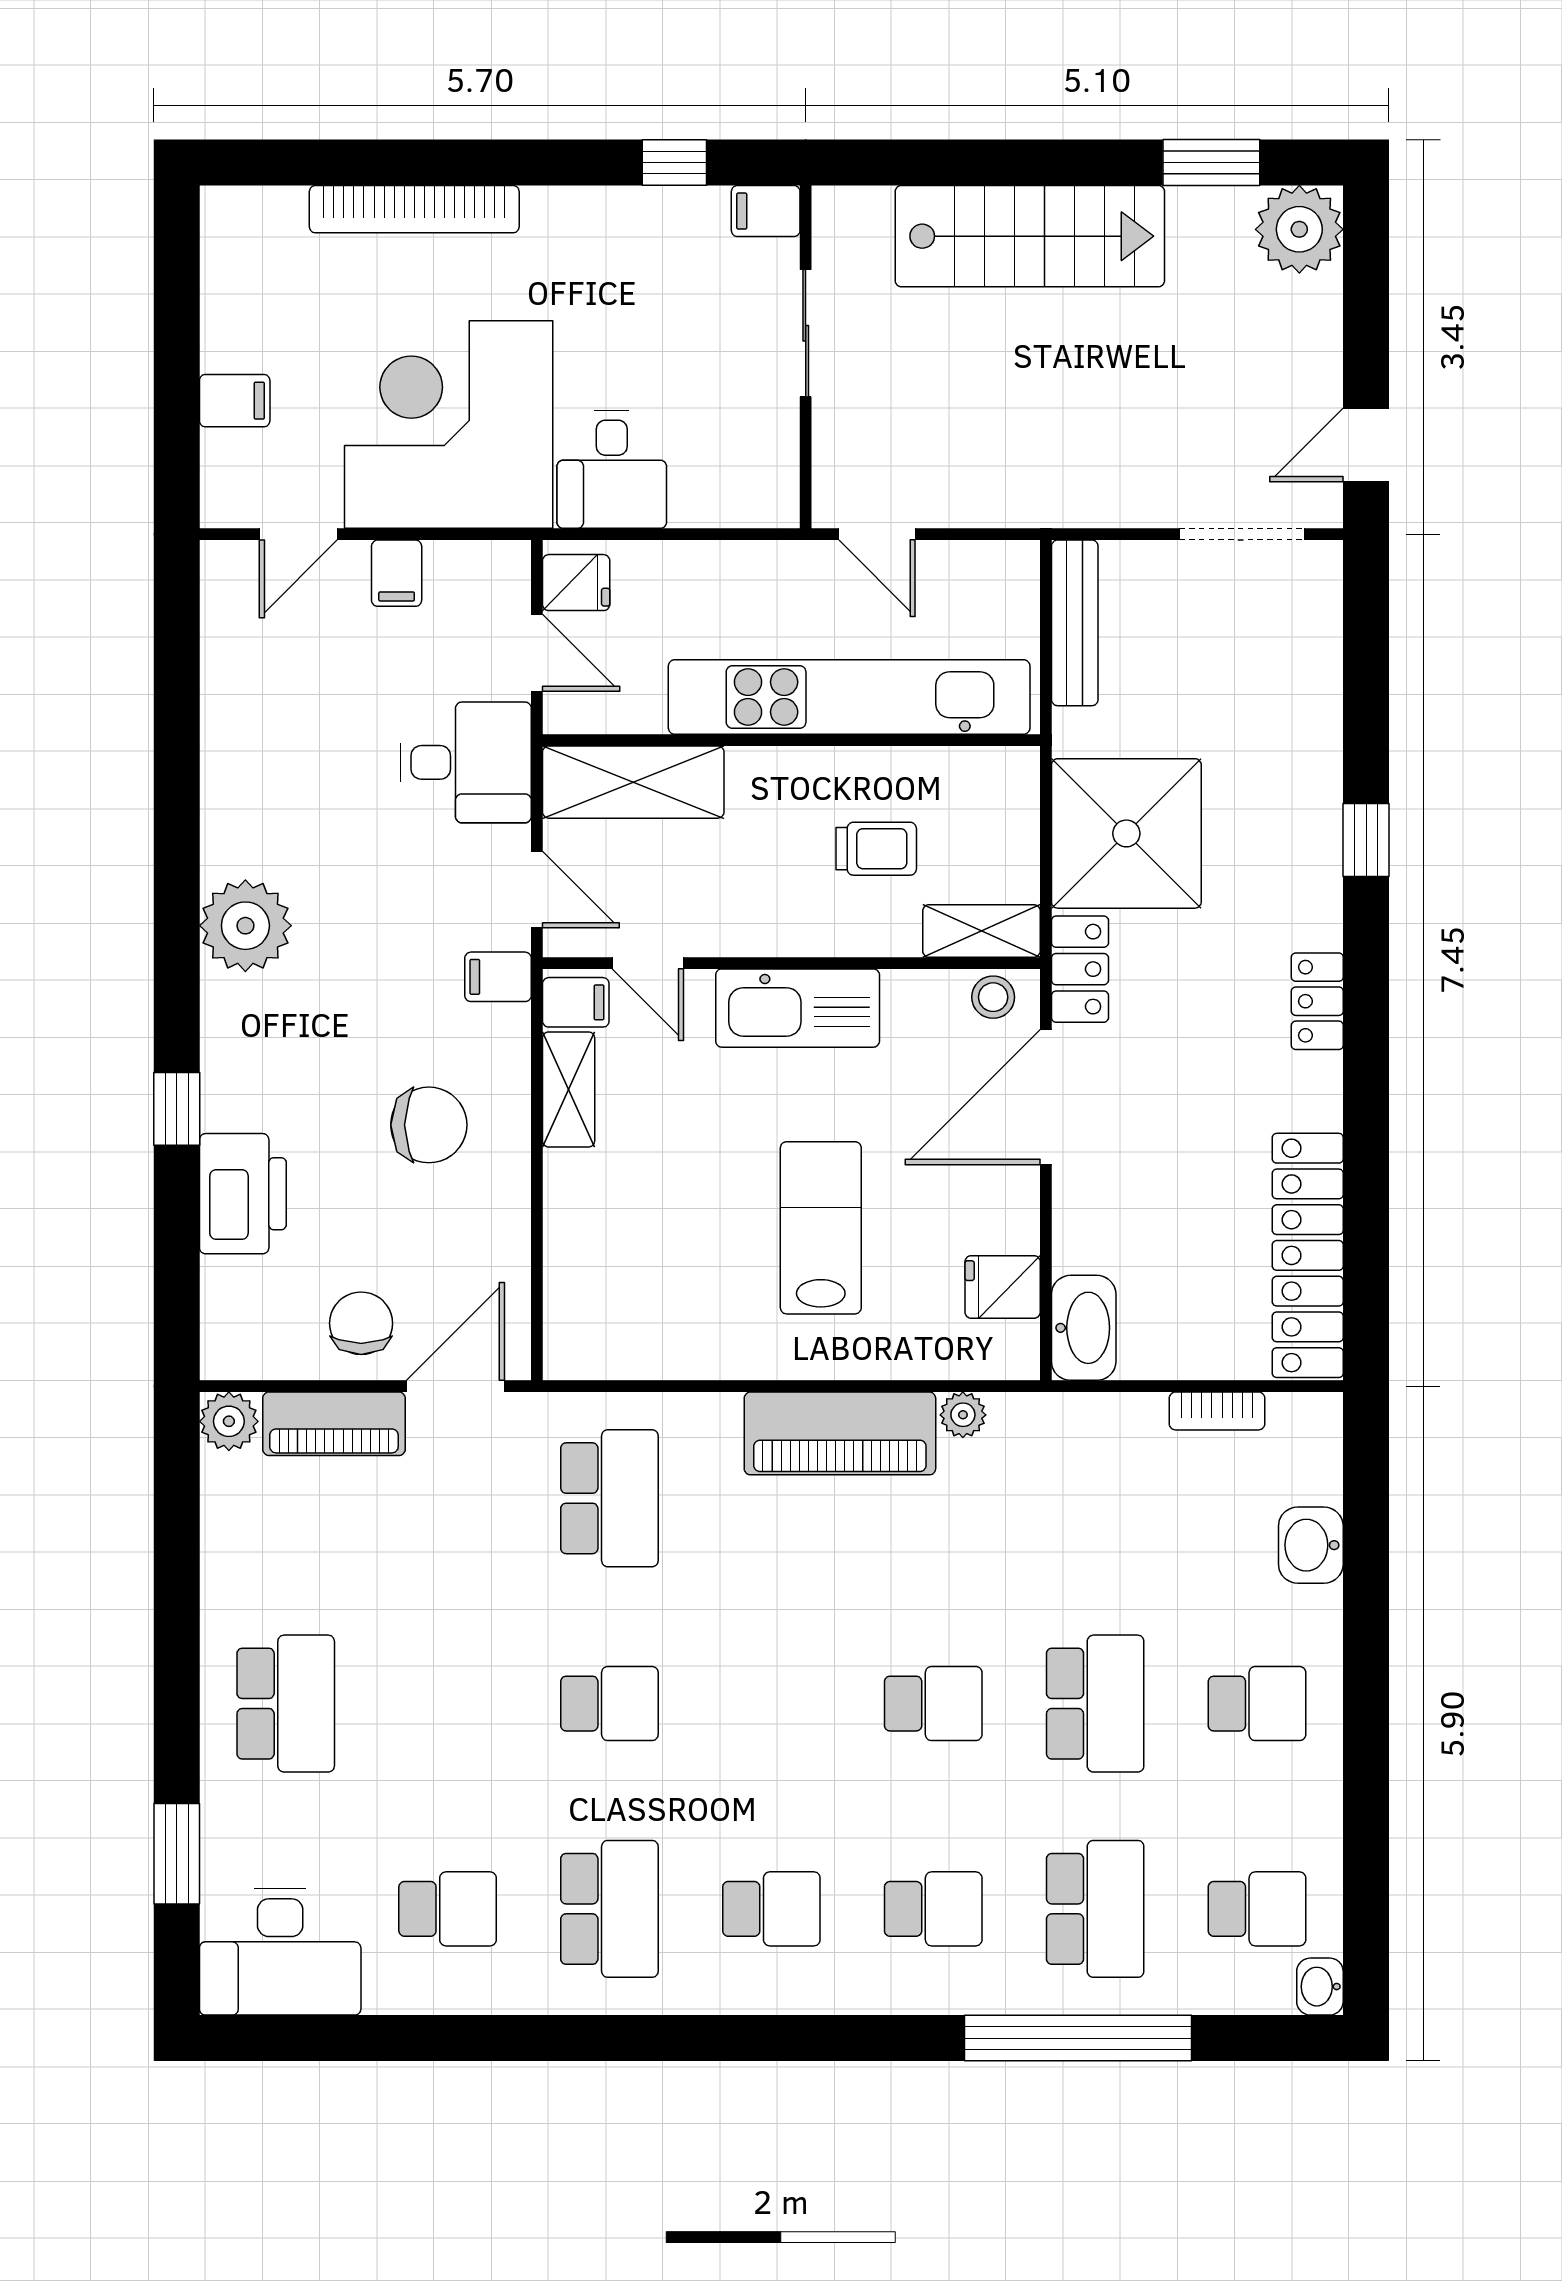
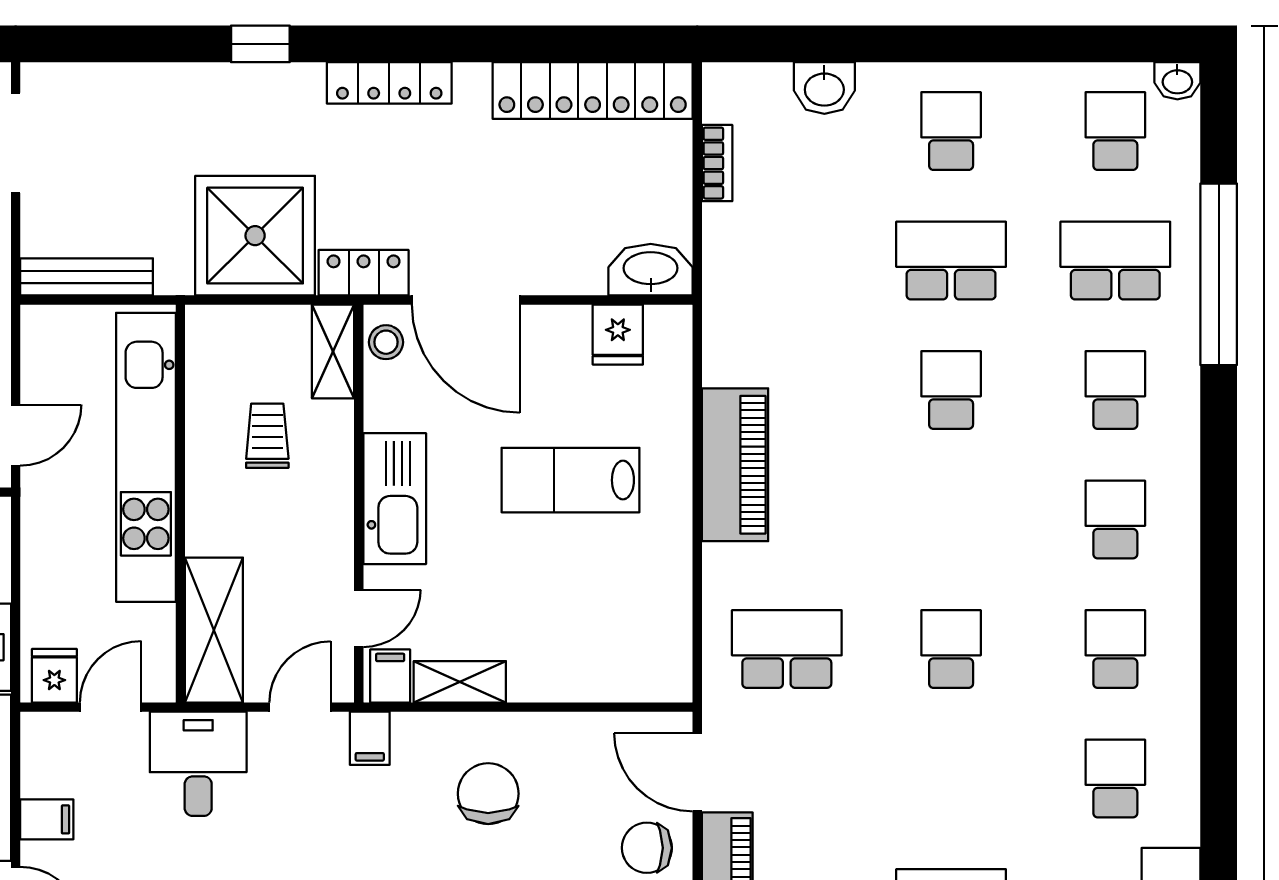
locker: (1317, 1001) -> (389, 83), width x1.53
plant: (963, 1415) -> (720, 366), removed
school desk: (609, 1909) -> (1115, 649), width x0.54

